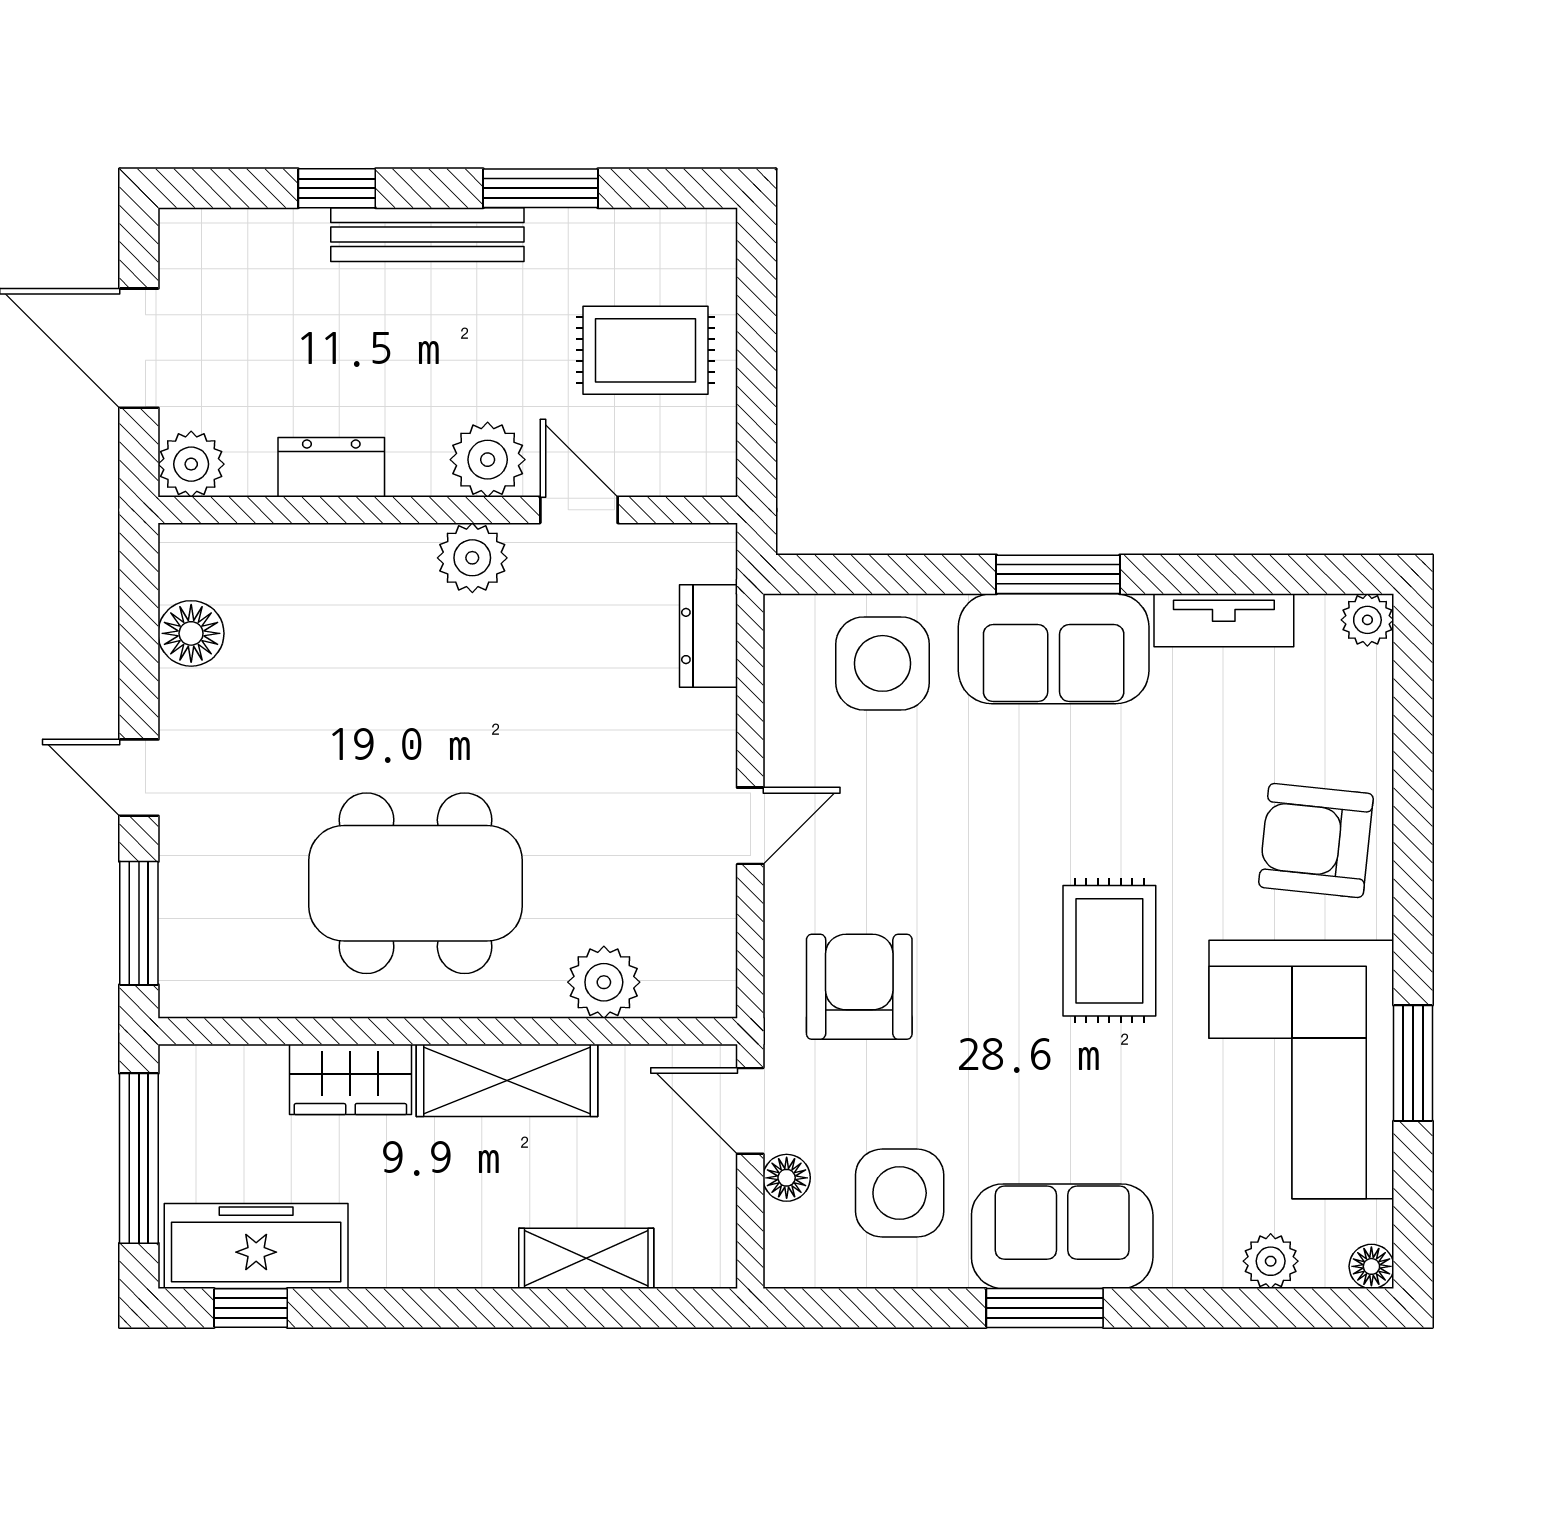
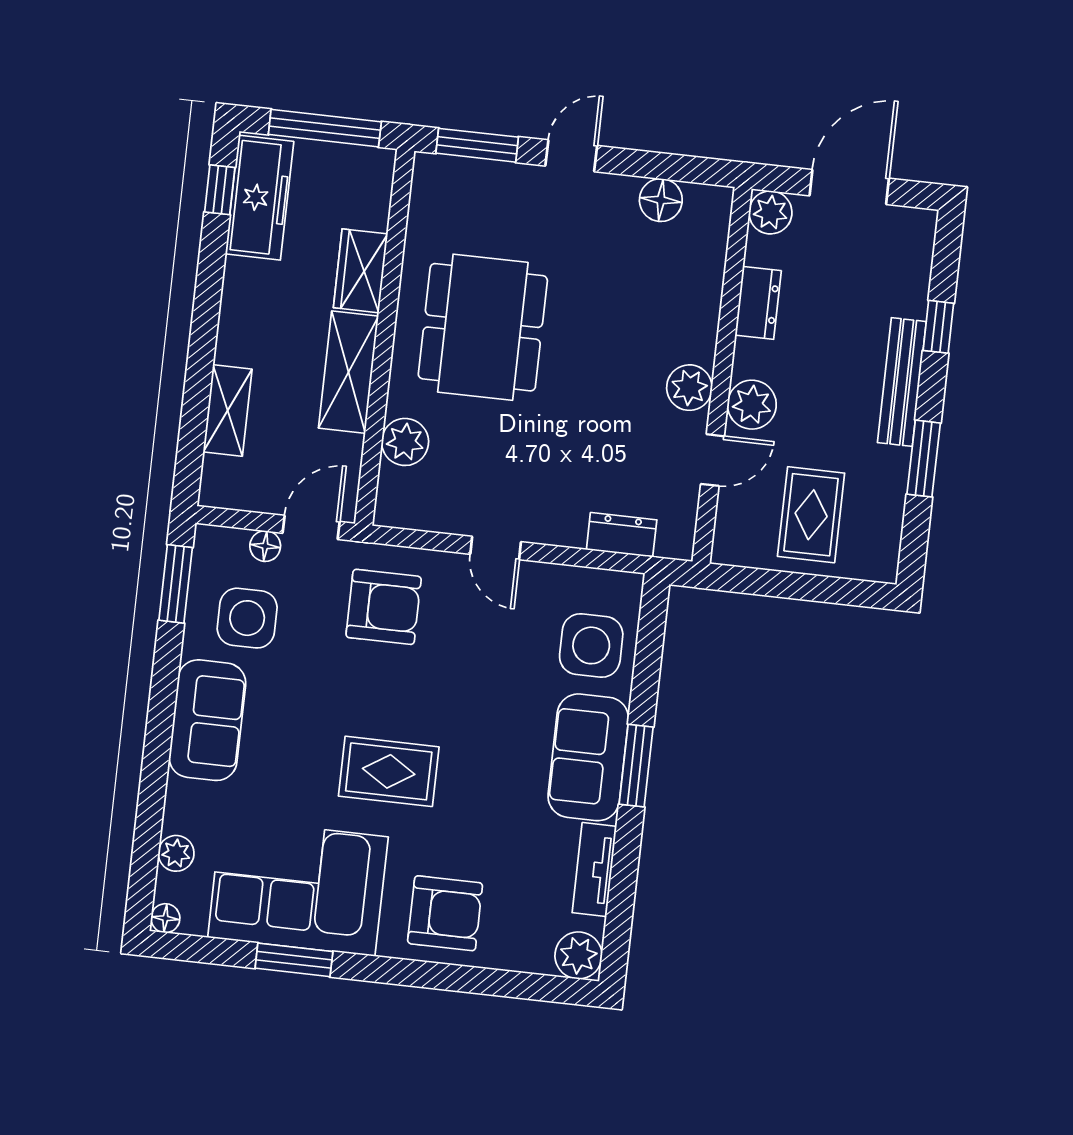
plant: (1367, 620) -> (578, 955), width x1.38, depth x1.38
armchair: (1316, 841) -> (445, 913), turned 84
window: (1045, 1308) -> (176, 584), moved

